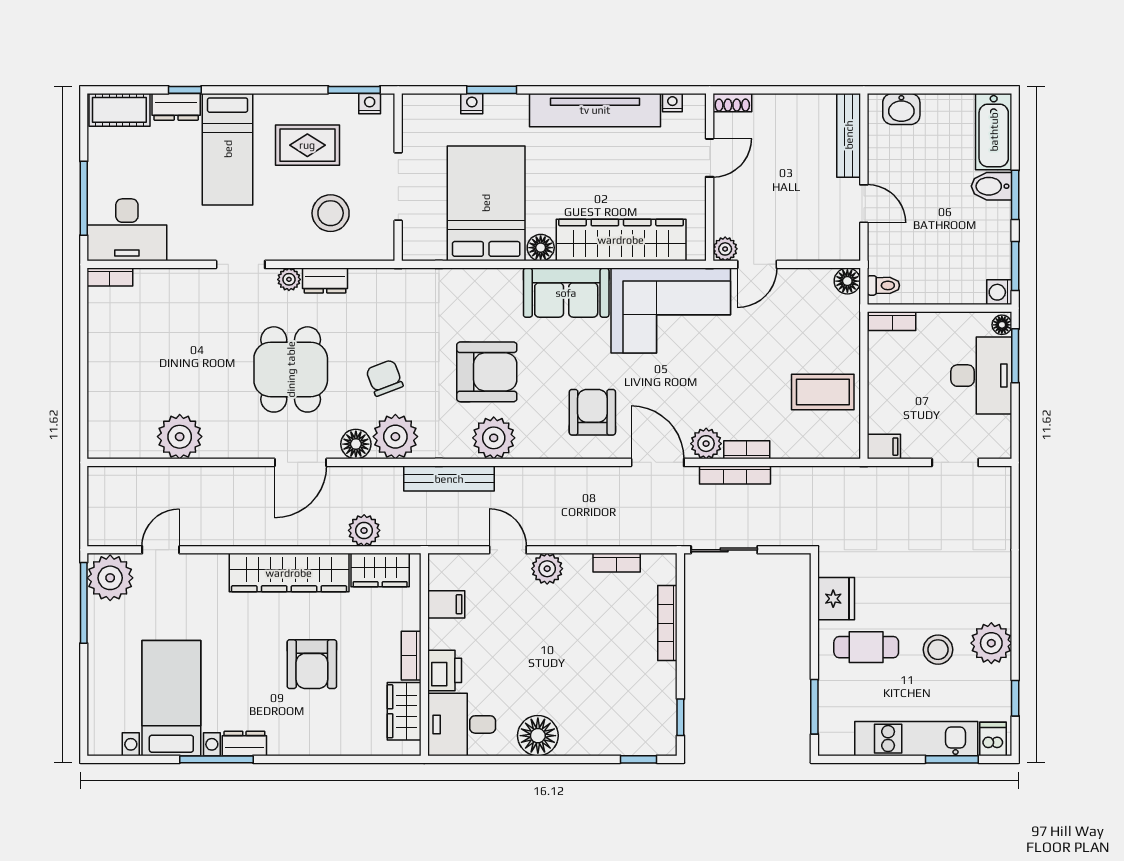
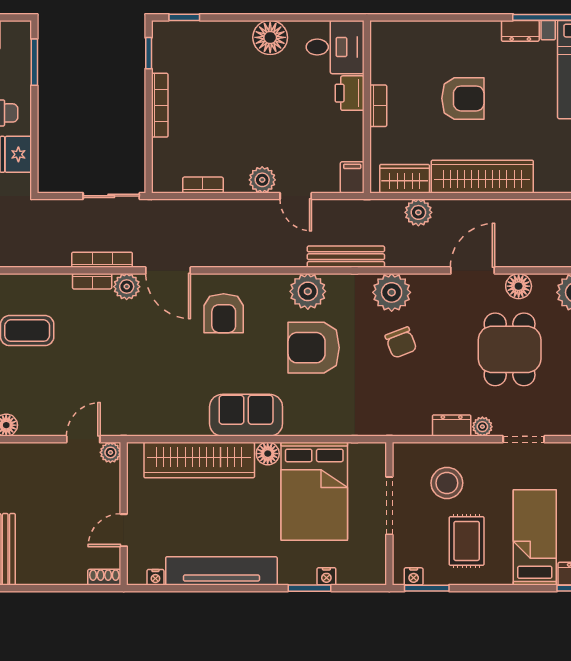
rug: (307, 145) -> (467, 541), turned 90
corner sofa: (671, 311) -> (157, 400), removed
dining table: (291, 369) -> (510, 349), moved
floor lamp: (356, 444) -> (519, 286), moved
filing cabinet: (446, 604) -> (352, 177), moved, turned 90
bookcase: (667, 623) -> (160, 105), moved
armchair: (312, 664) -> (463, 98), turned 90
wardrobe: (404, 711) -> (384, 58), removed

